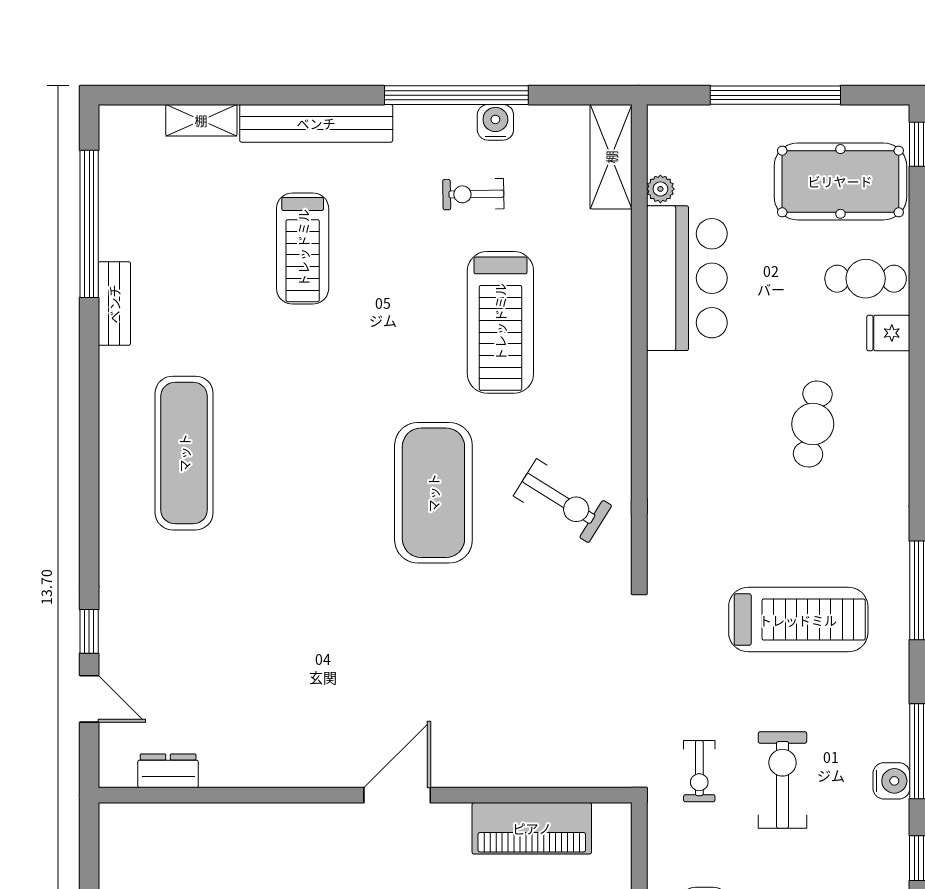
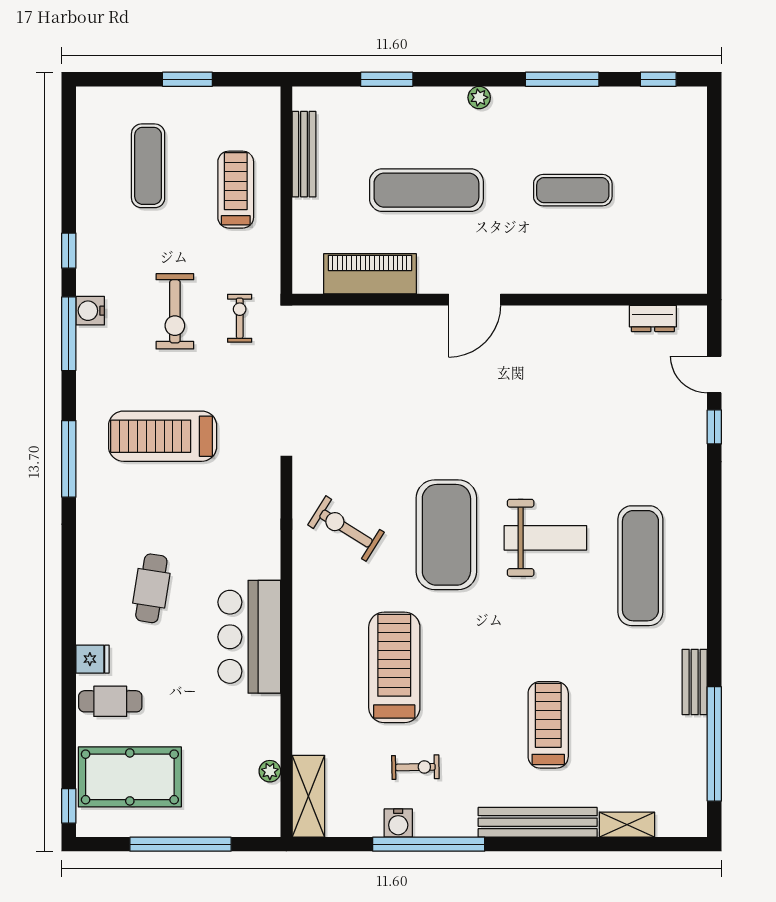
bar counter: (687, 278) -> (249, 637), moved
weight bench: (306, 489) -> (545, 538), added

